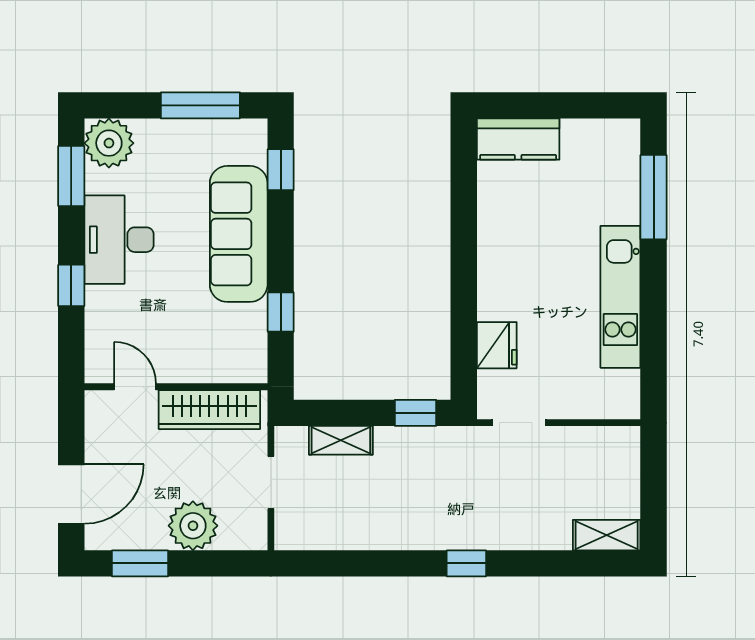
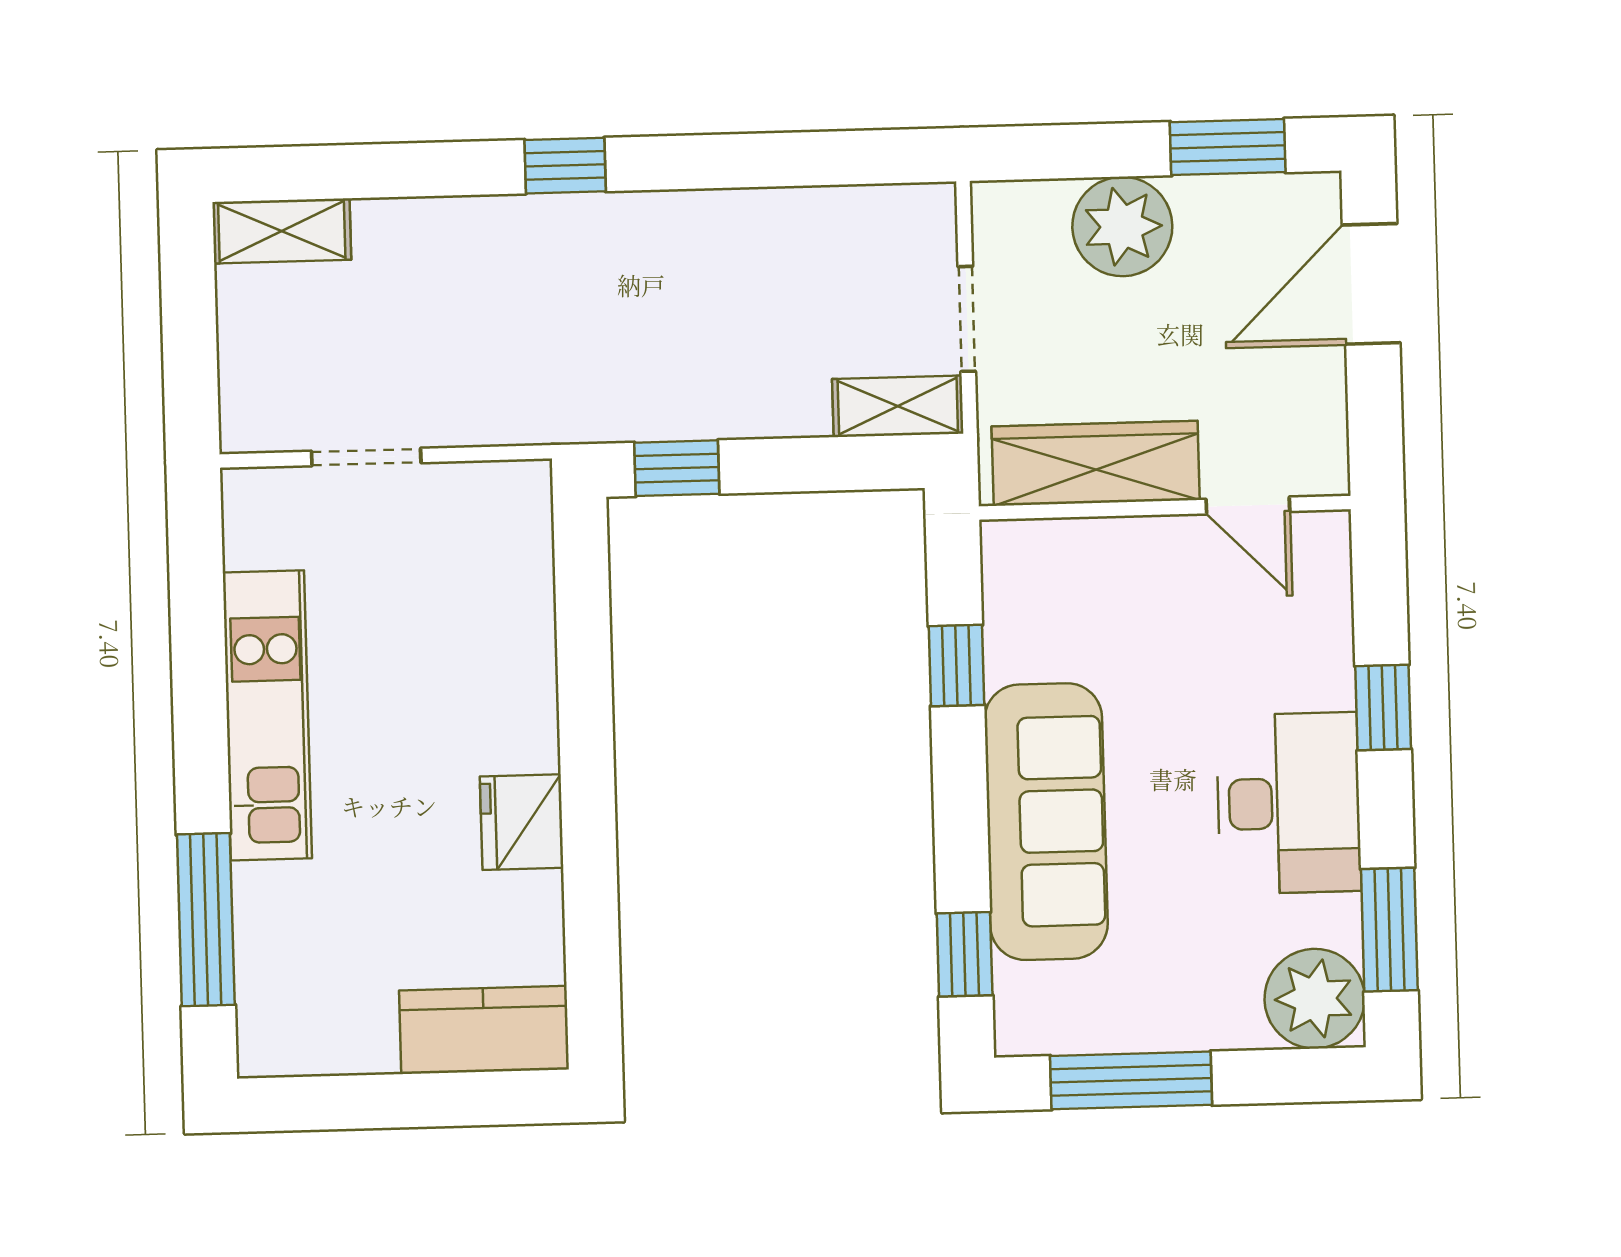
fridge: (497, 345) -> (522, 822), moved
doorway: (519, 423) -> (366, 457), moved
shelving: (341, 440) -> (898, 406), moved

